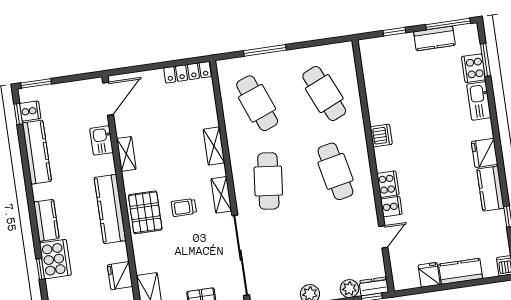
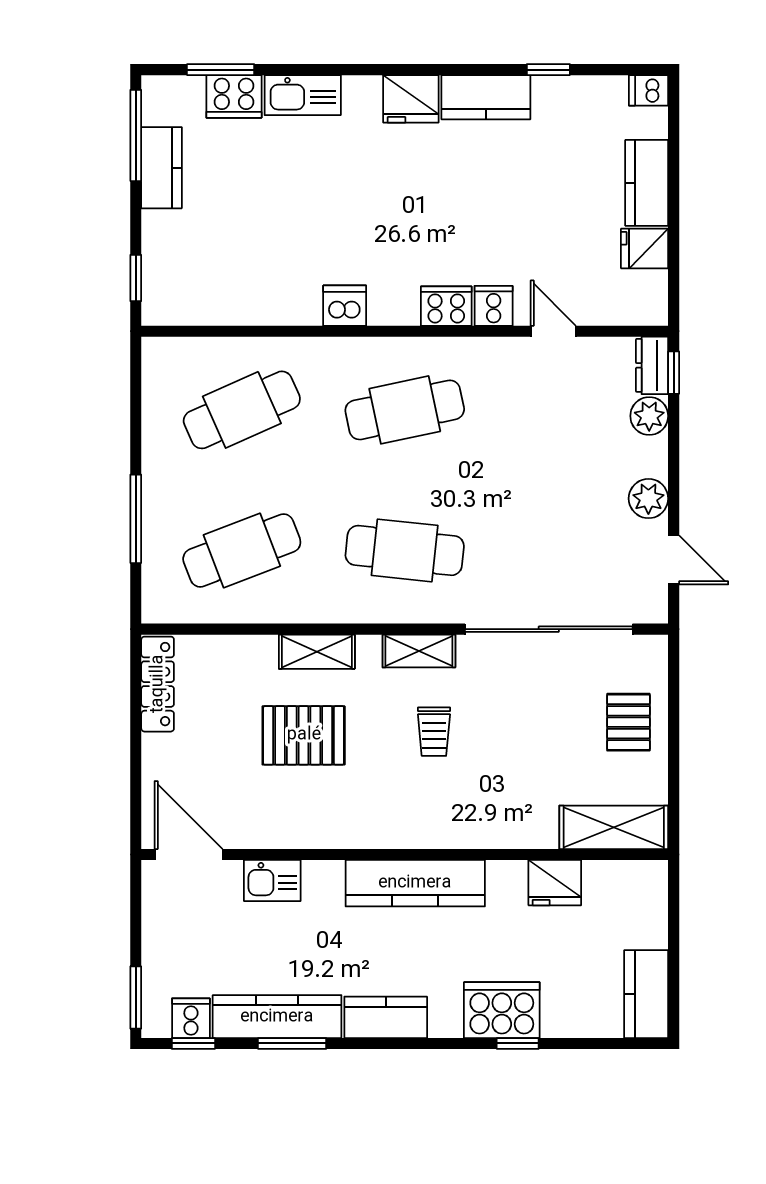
window: (394, 32) -> (136, 278), moved
shelving: (126, 154) -> (307, 833), removed
window: (25, 161) -> (292, 1043), added
pallet: (145, 212) -> (304, 735), moved
kitchen counter: (46, 220) -> (386, 1017), moved

